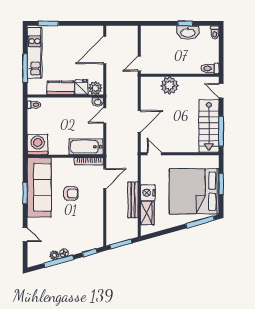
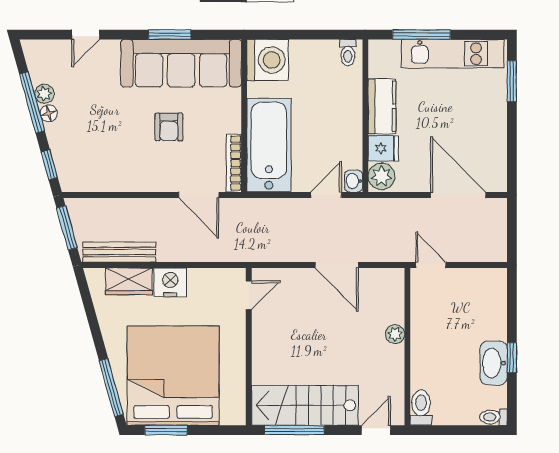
plant: (169, 85) -> (395, 334), width x0.53, depth x0.53
door: (105, 115) -> (326, 195), hinge flipped
door: (139, 121) -> (337, 265), moved
bathtub: (86, 147) -> (269, 145), width x1.36, depth x1.36
window: (221, 184) -> (166, 430), moved
bench: (133, 200) -> (119, 252), moved

